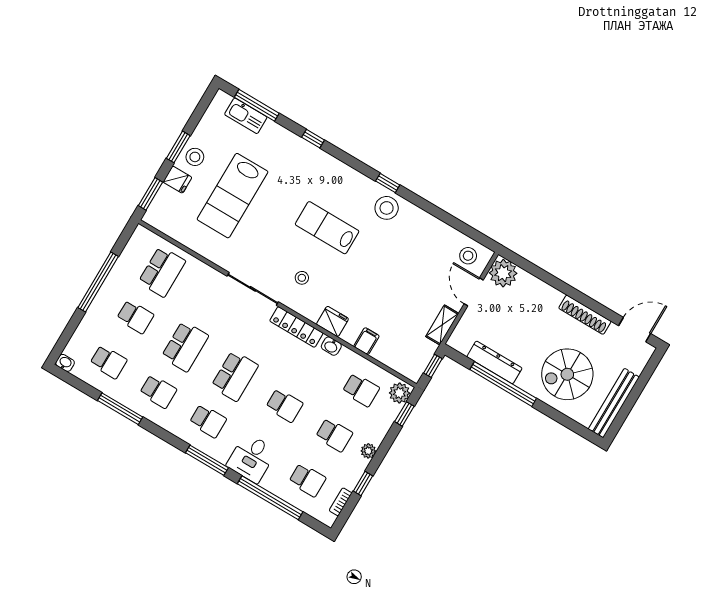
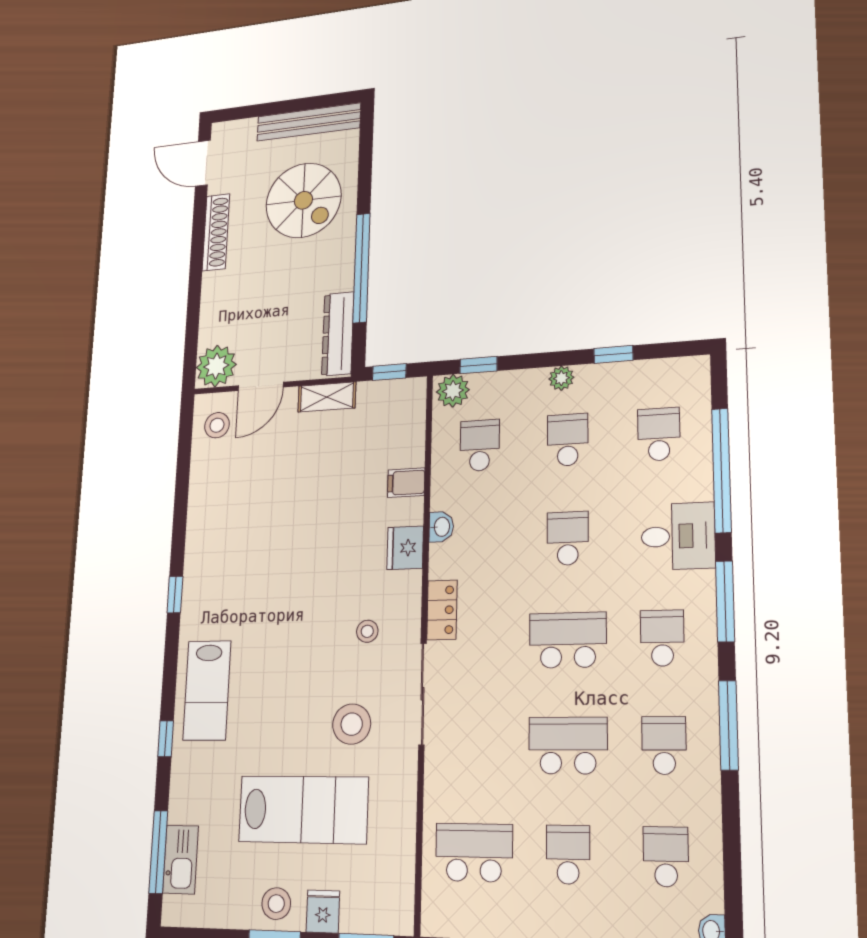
stool: (387, 208) -> (352, 724), moved
lab bench: (327, 228) -> (207, 690), moved
locker: (296, 327) -> (442, 610), width x0.66
dresser: (494, 362) -> (338, 334), moved
window: (120, 409) -> (728, 725), moved
bookcase: (341, 502) -> (661, 367), removed

